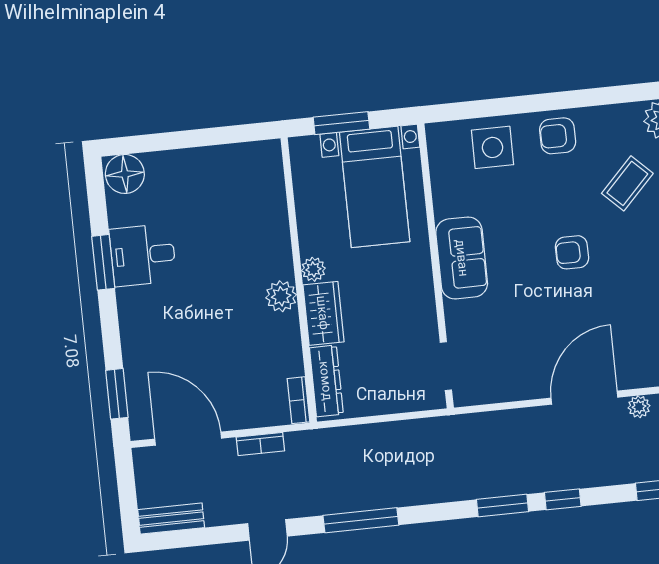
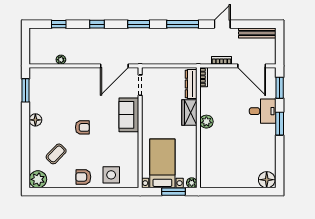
armchair: (558, 136) -> (83, 177), turned 180
desk: (143, 255) -> (263, 111), moved
sofa: (462, 258) -> (129, 115), moved
window: (103, 262) -> (280, 124), moved
plant: (313, 269) -> (192, 183), moved
door: (584, 398) -> (114, 66), moved
window: (502, 506) -> (139, 24), moved
bench: (171, 519) -> (257, 33), width x1.36

